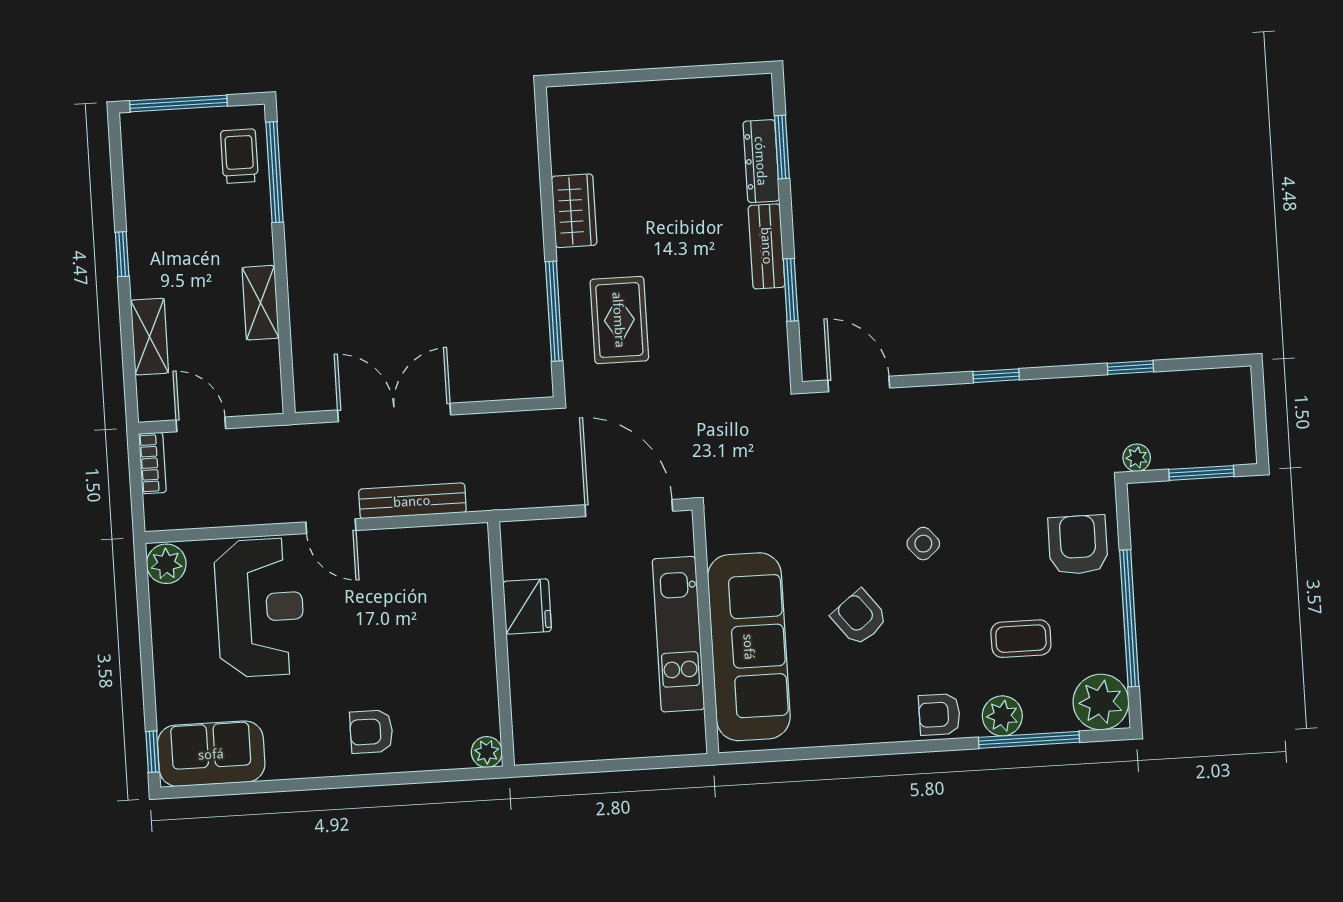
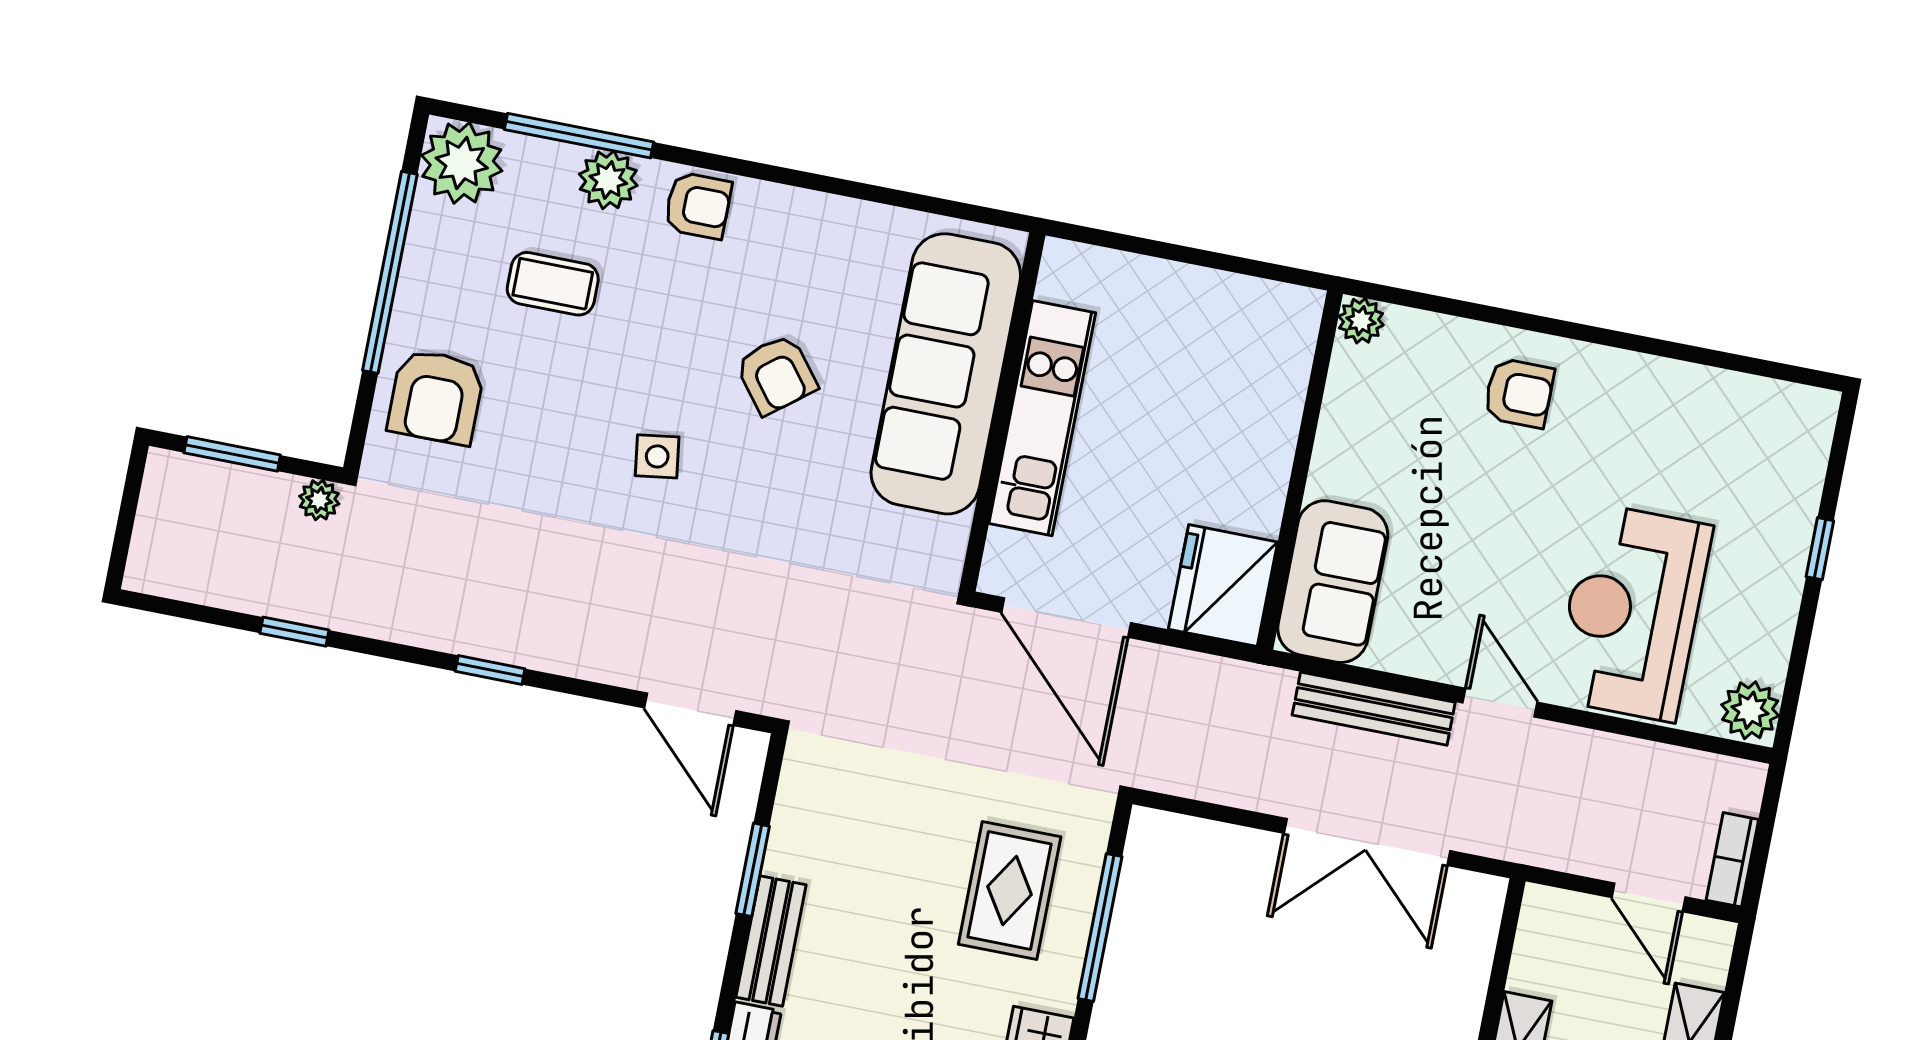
side table: (923, 544) -> (657, 456), turned 33
fridge: (527, 606) -> (1223, 586), moved, width x1.36, depth x1.34
window: (153, 752) -> (1820, 549), moved
sofa: (211, 754) -> (1333, 582), moved, turned -90

